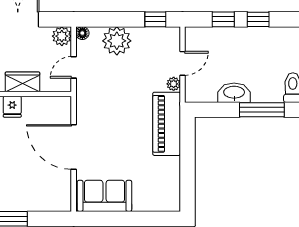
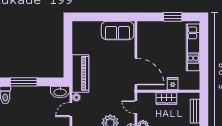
door: (74, 67) -> (136, 107), swing flipped
washbasin: (234, 93) -> (60, 92), moved
door: (74, 147) -> (136, 72), moved

